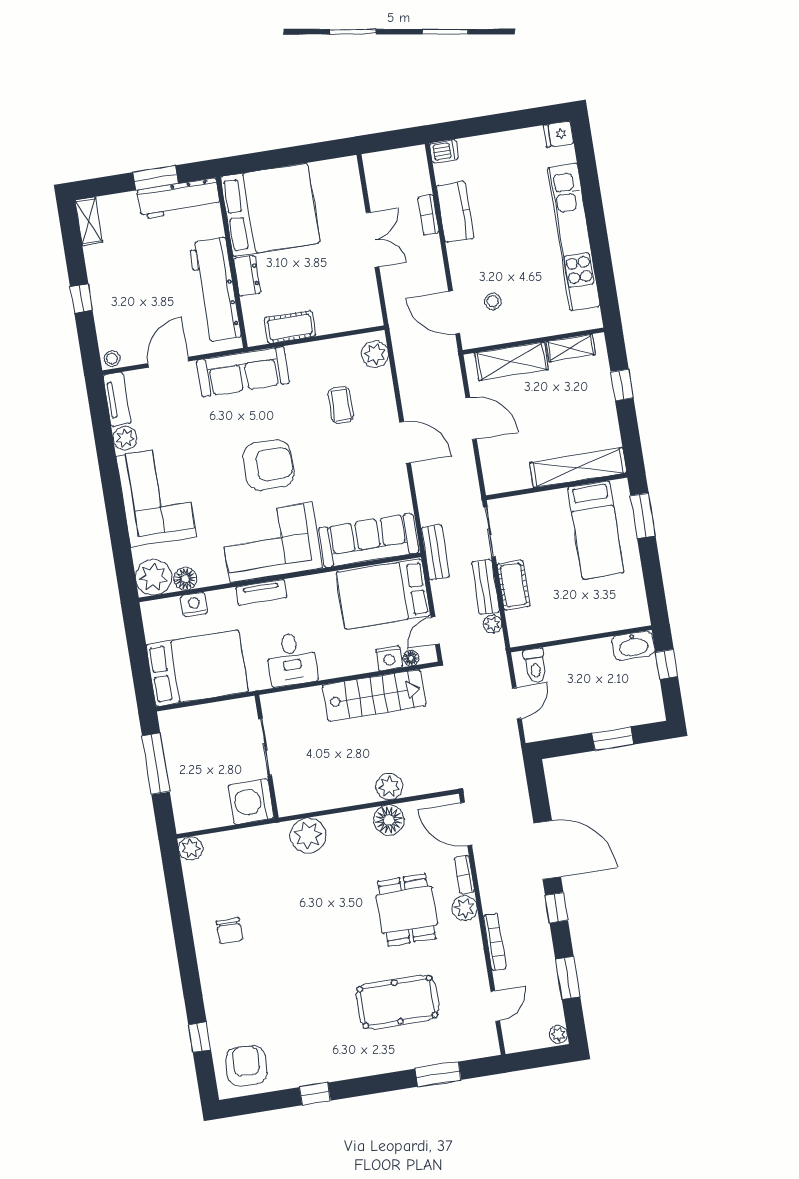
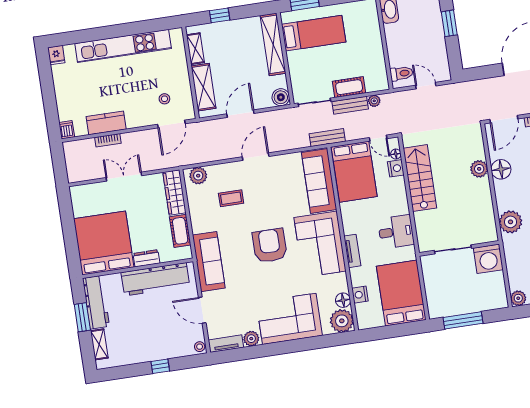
shelving: (89, 221) -> (99, 344), moved, turned 90
wardrobe: (349, 318) -> (174, 193), added
boiler: (497, 480) -> (281, 97), added

